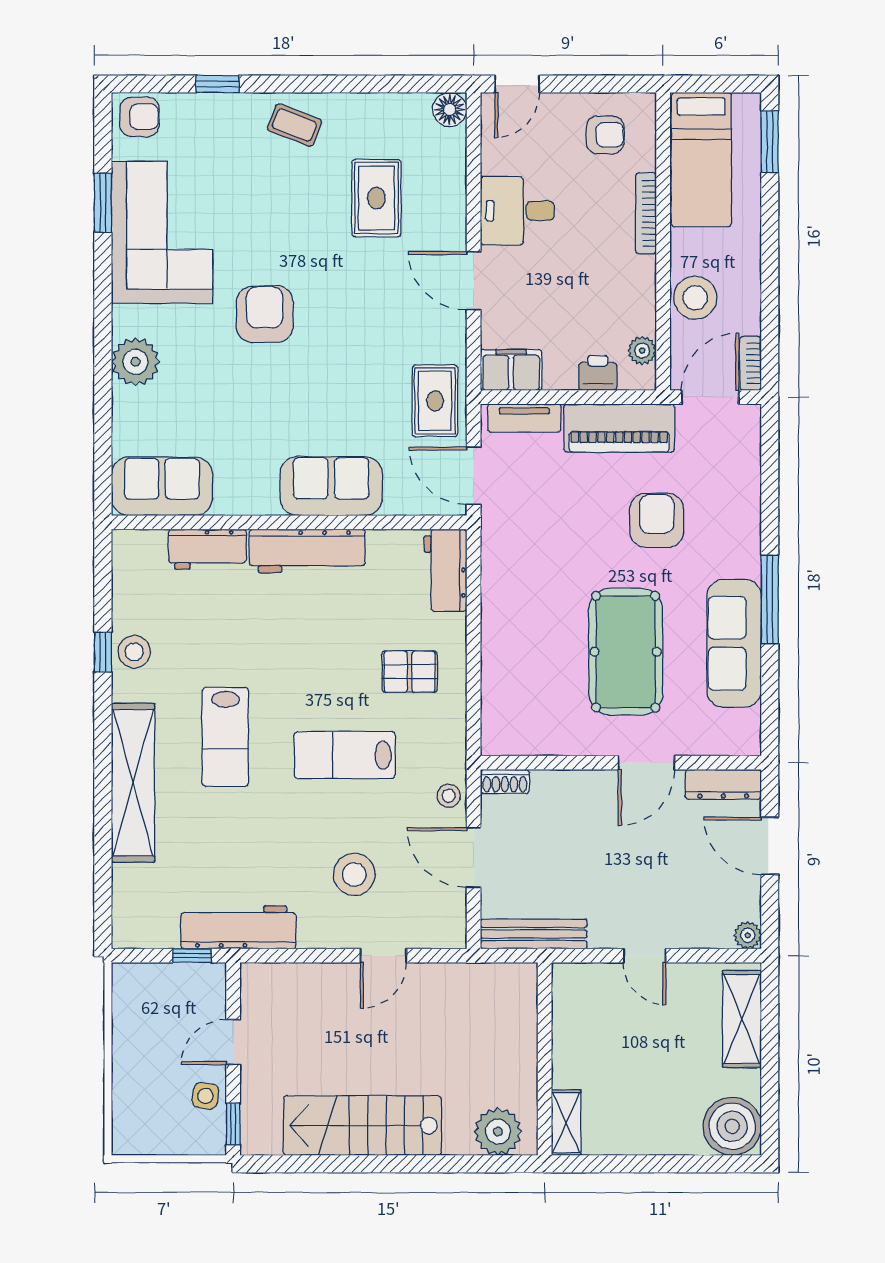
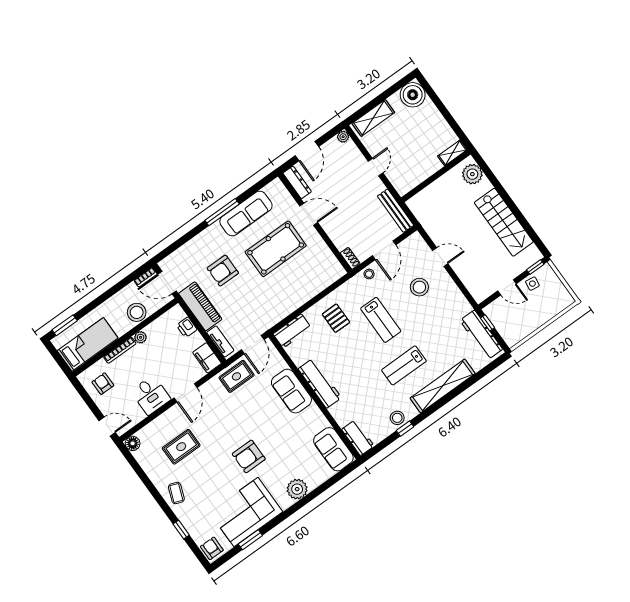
plant: (642, 351) -> (141, 337), moved
workbench: (207, 549) -> (358, 438), moved
lab bench: (225, 737) -> (404, 365), turned 180
workbench: (238, 927) -> (481, 335), moved

